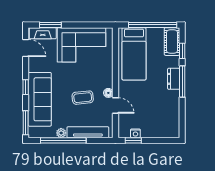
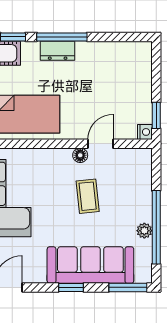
tv unit: (88, 132) -> (143, 188), removed
nightstand: (135, 133) -> (145, 132), moved

